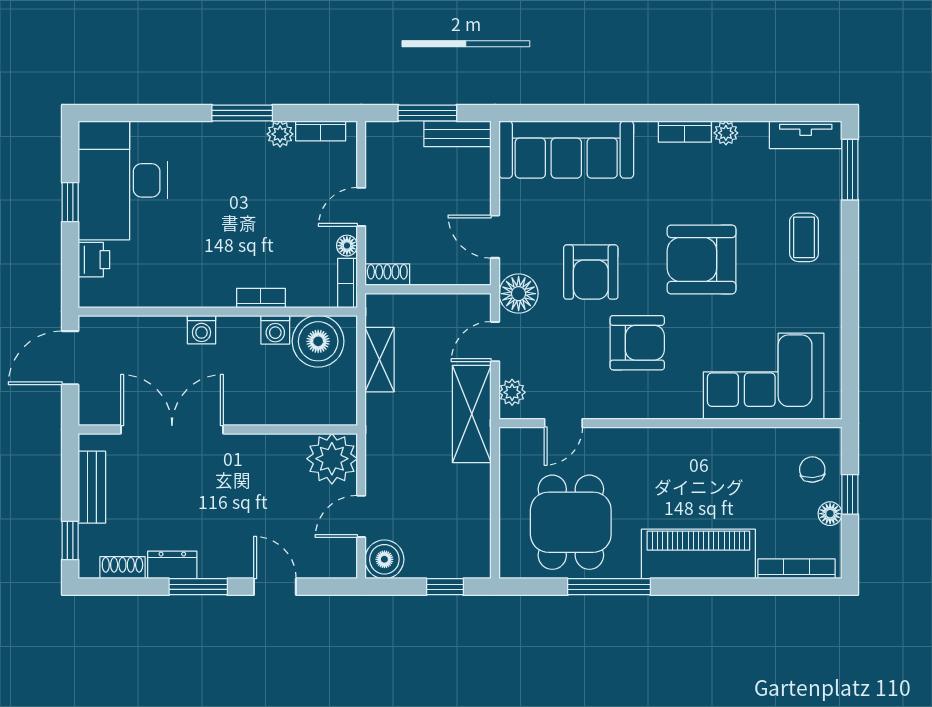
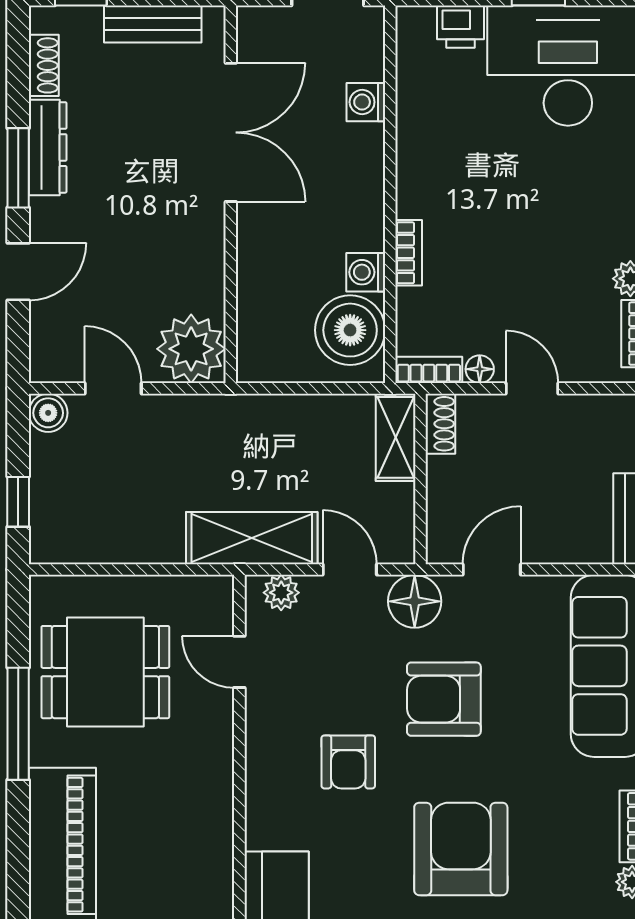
washing machine: (201, 330) -> (366, 102), moved
armchair: (637, 343) -> (348, 762), width x0.72, depth x0.72
shelving: (380, 360) -> (396, 437), moved, turned 90
boiler: (384, 559) -> (48, 413), width x0.73, depth x0.73
dresser: (172, 565) -> (48, 147), width x1.44

